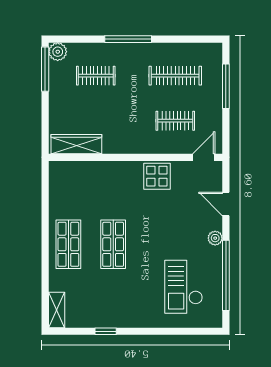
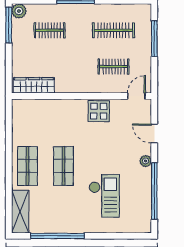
checkout: (184, 287) -> (104, 196), moved, turned 180
shelving: (57, 310) -> (20, 212), width x1.50, depth x1.33
window: (106, 331) -> (57, 236), width x3.17

